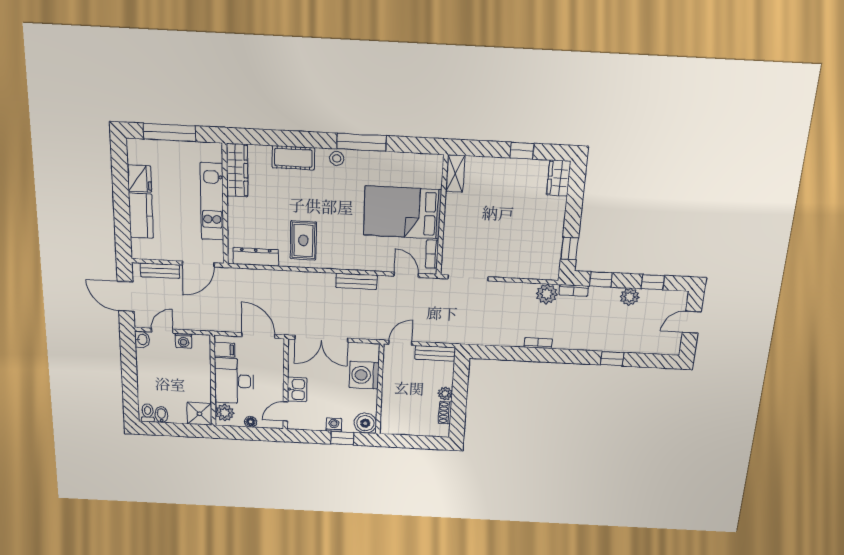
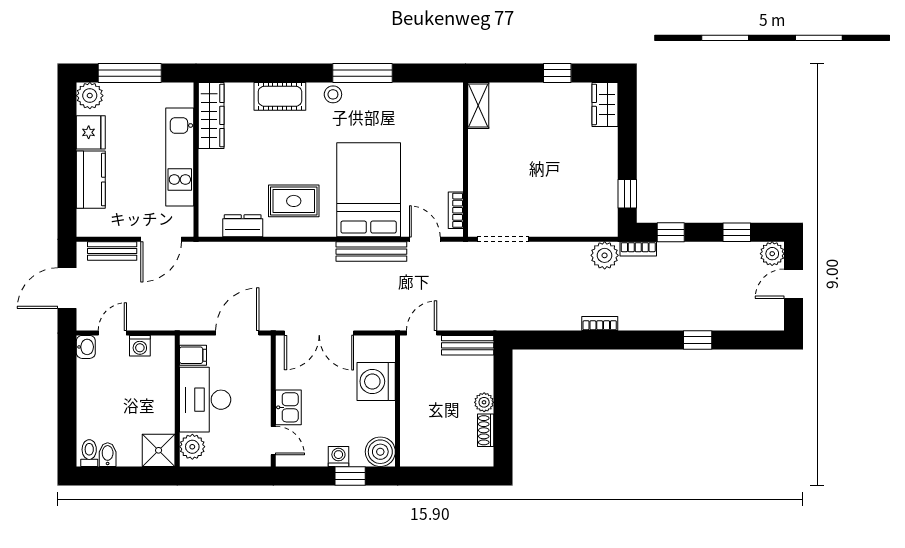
plant: (137, 149) -> (90, 96), added
bed: (402, 212) -> (369, 190), moved, turned 90
rug: (303, 240) -> (294, 201), turned 90
dresser: (256, 257) -> (243, 226), width x0.70
bench: (356, 281) -> (371, 252), width x1.36
door: (126, 296) -> (67, 288), hinge flipped
plant: (630, 297) -> (772, 254), moved
door: (258, 336) -> (237, 333), hinge flipped
door: (285, 412) -> (273, 441), swing flipped
floor lamp: (251, 422) -> (227, 458), removed

